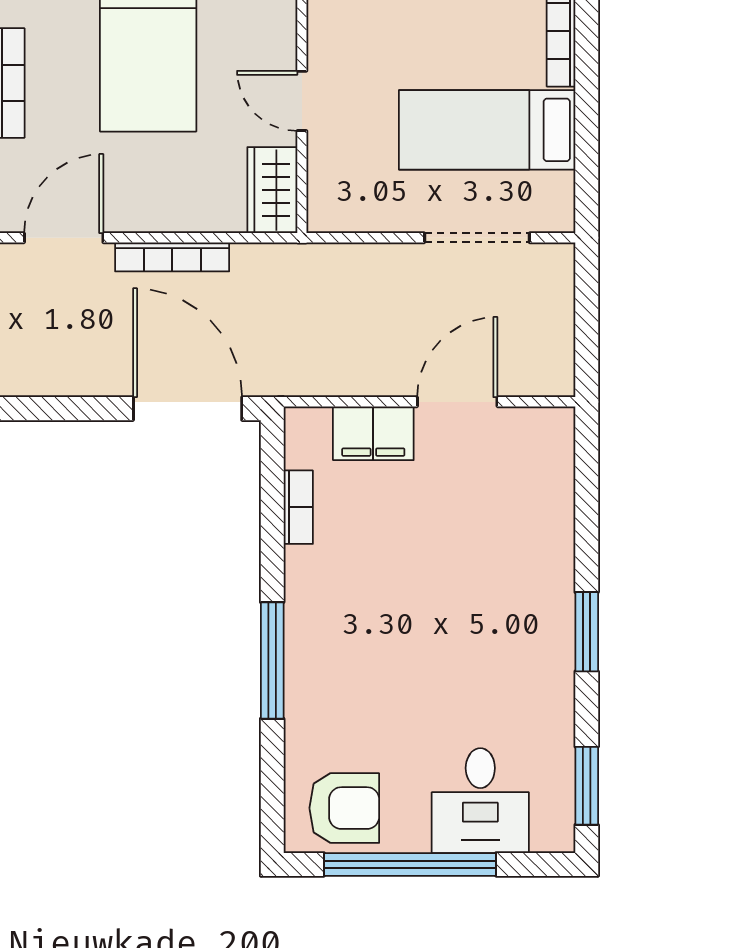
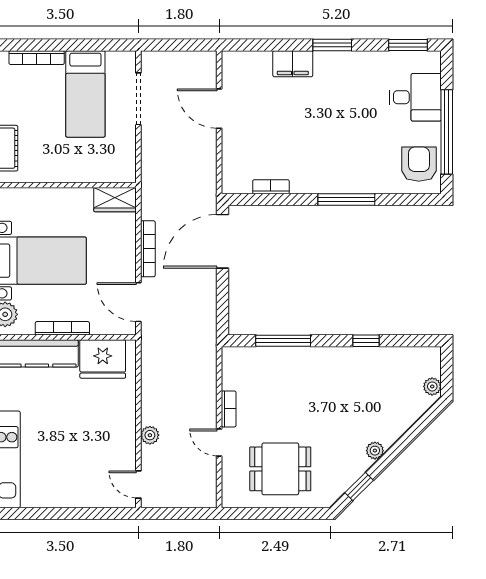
door: (302, 101) -> (71, 185), removed
filing cabinet: (373, 433) -> (293, 64), moved, turned 90

